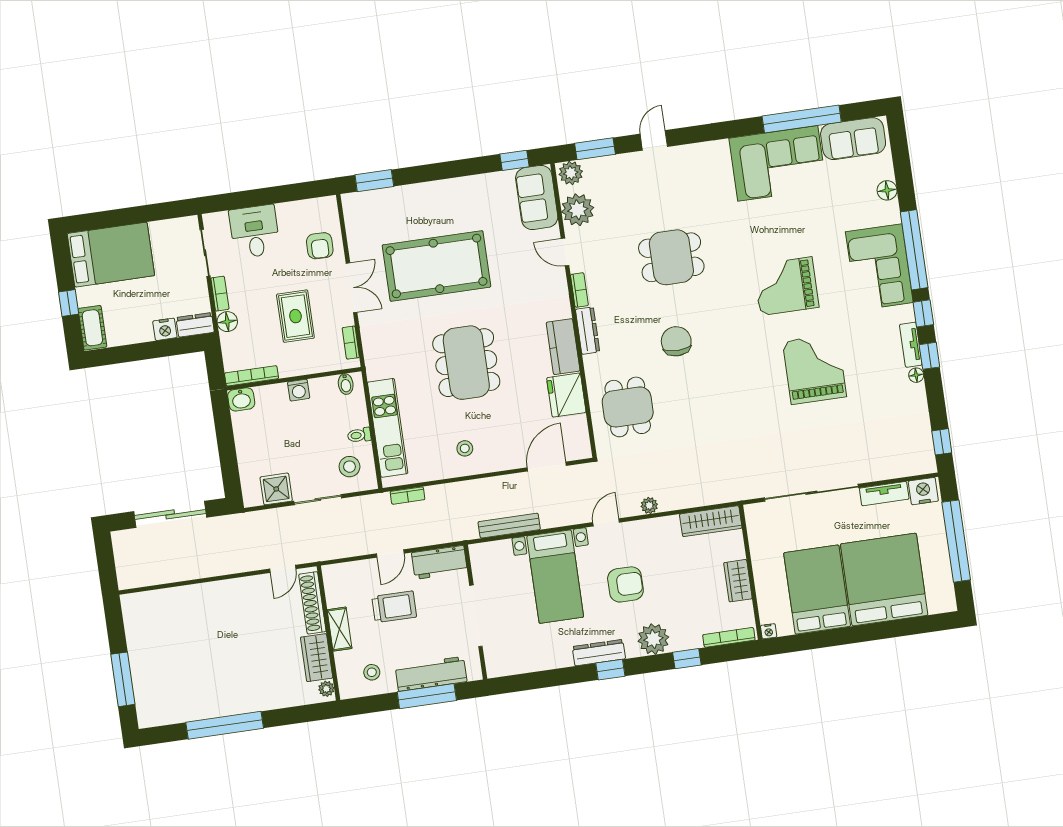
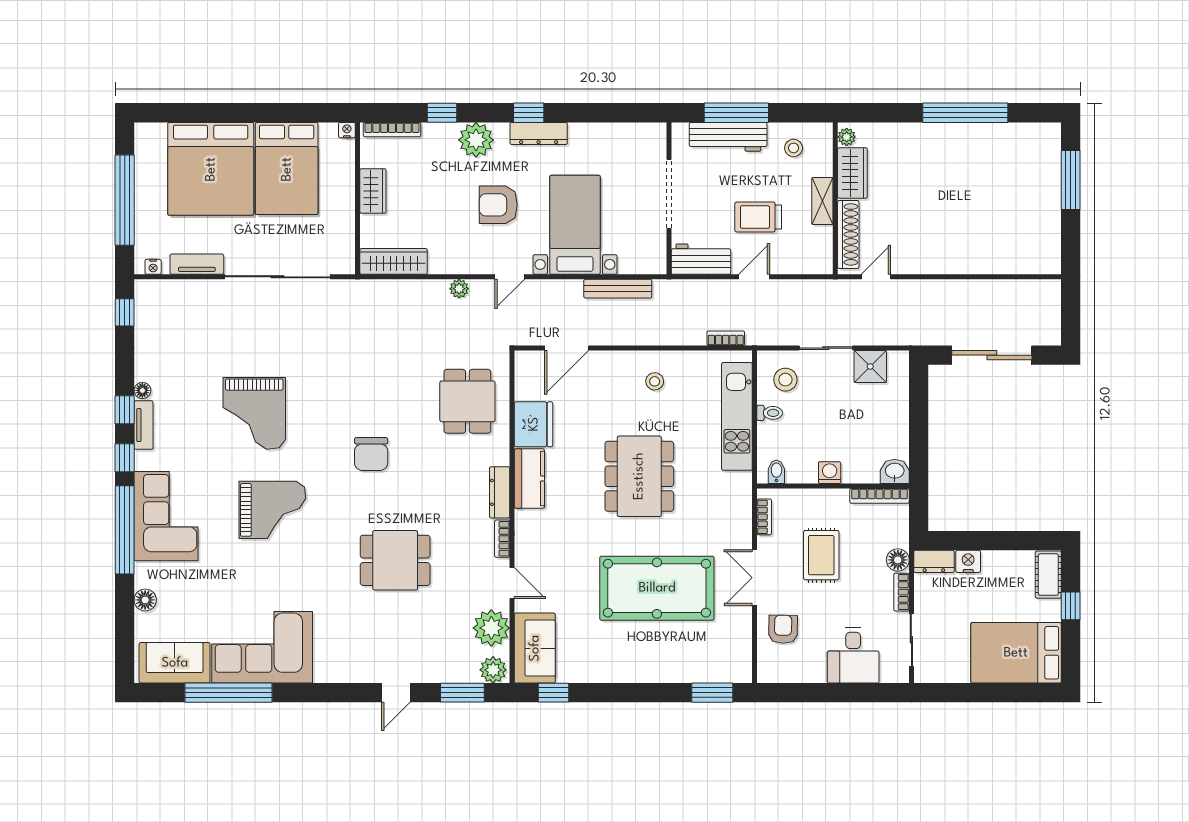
chair: (676, 341) -> (371, 454), moved
nightstand: (923, 491) -> (153, 267), width x0.53, depth x0.56

